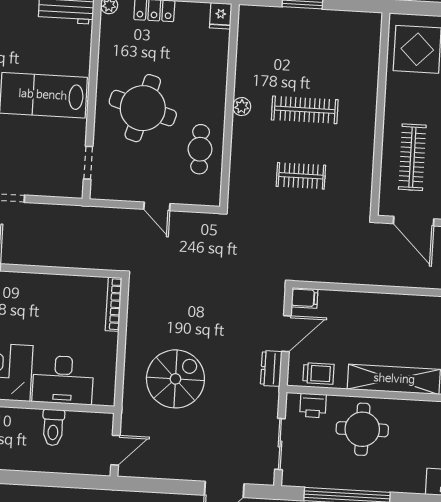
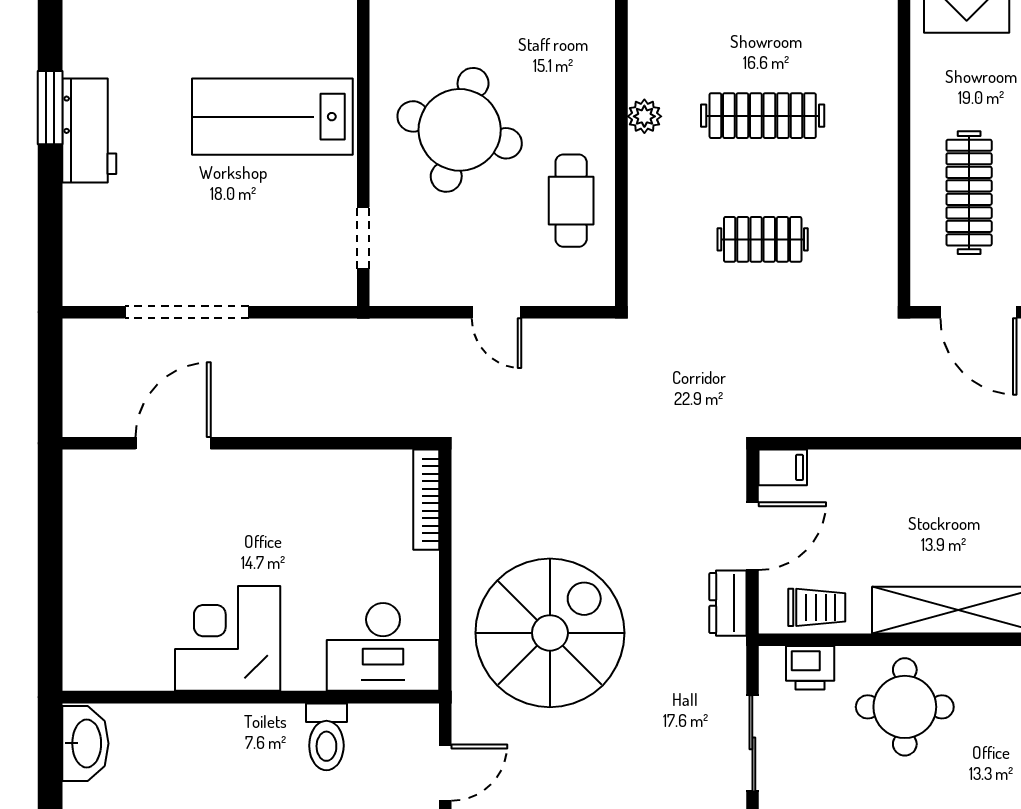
spiral stairs: (175, 379) -> (550, 633), width x1.37, depth x1.37
desk: (63, 380) -> (383, 647), moved

